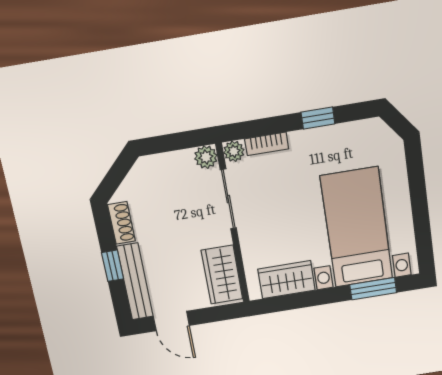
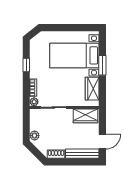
plant: (206, 157) -> (35, 136), moved
window: (112, 266) -> (74, 162), removed
window: (373, 289) -> (102, 65), moved

